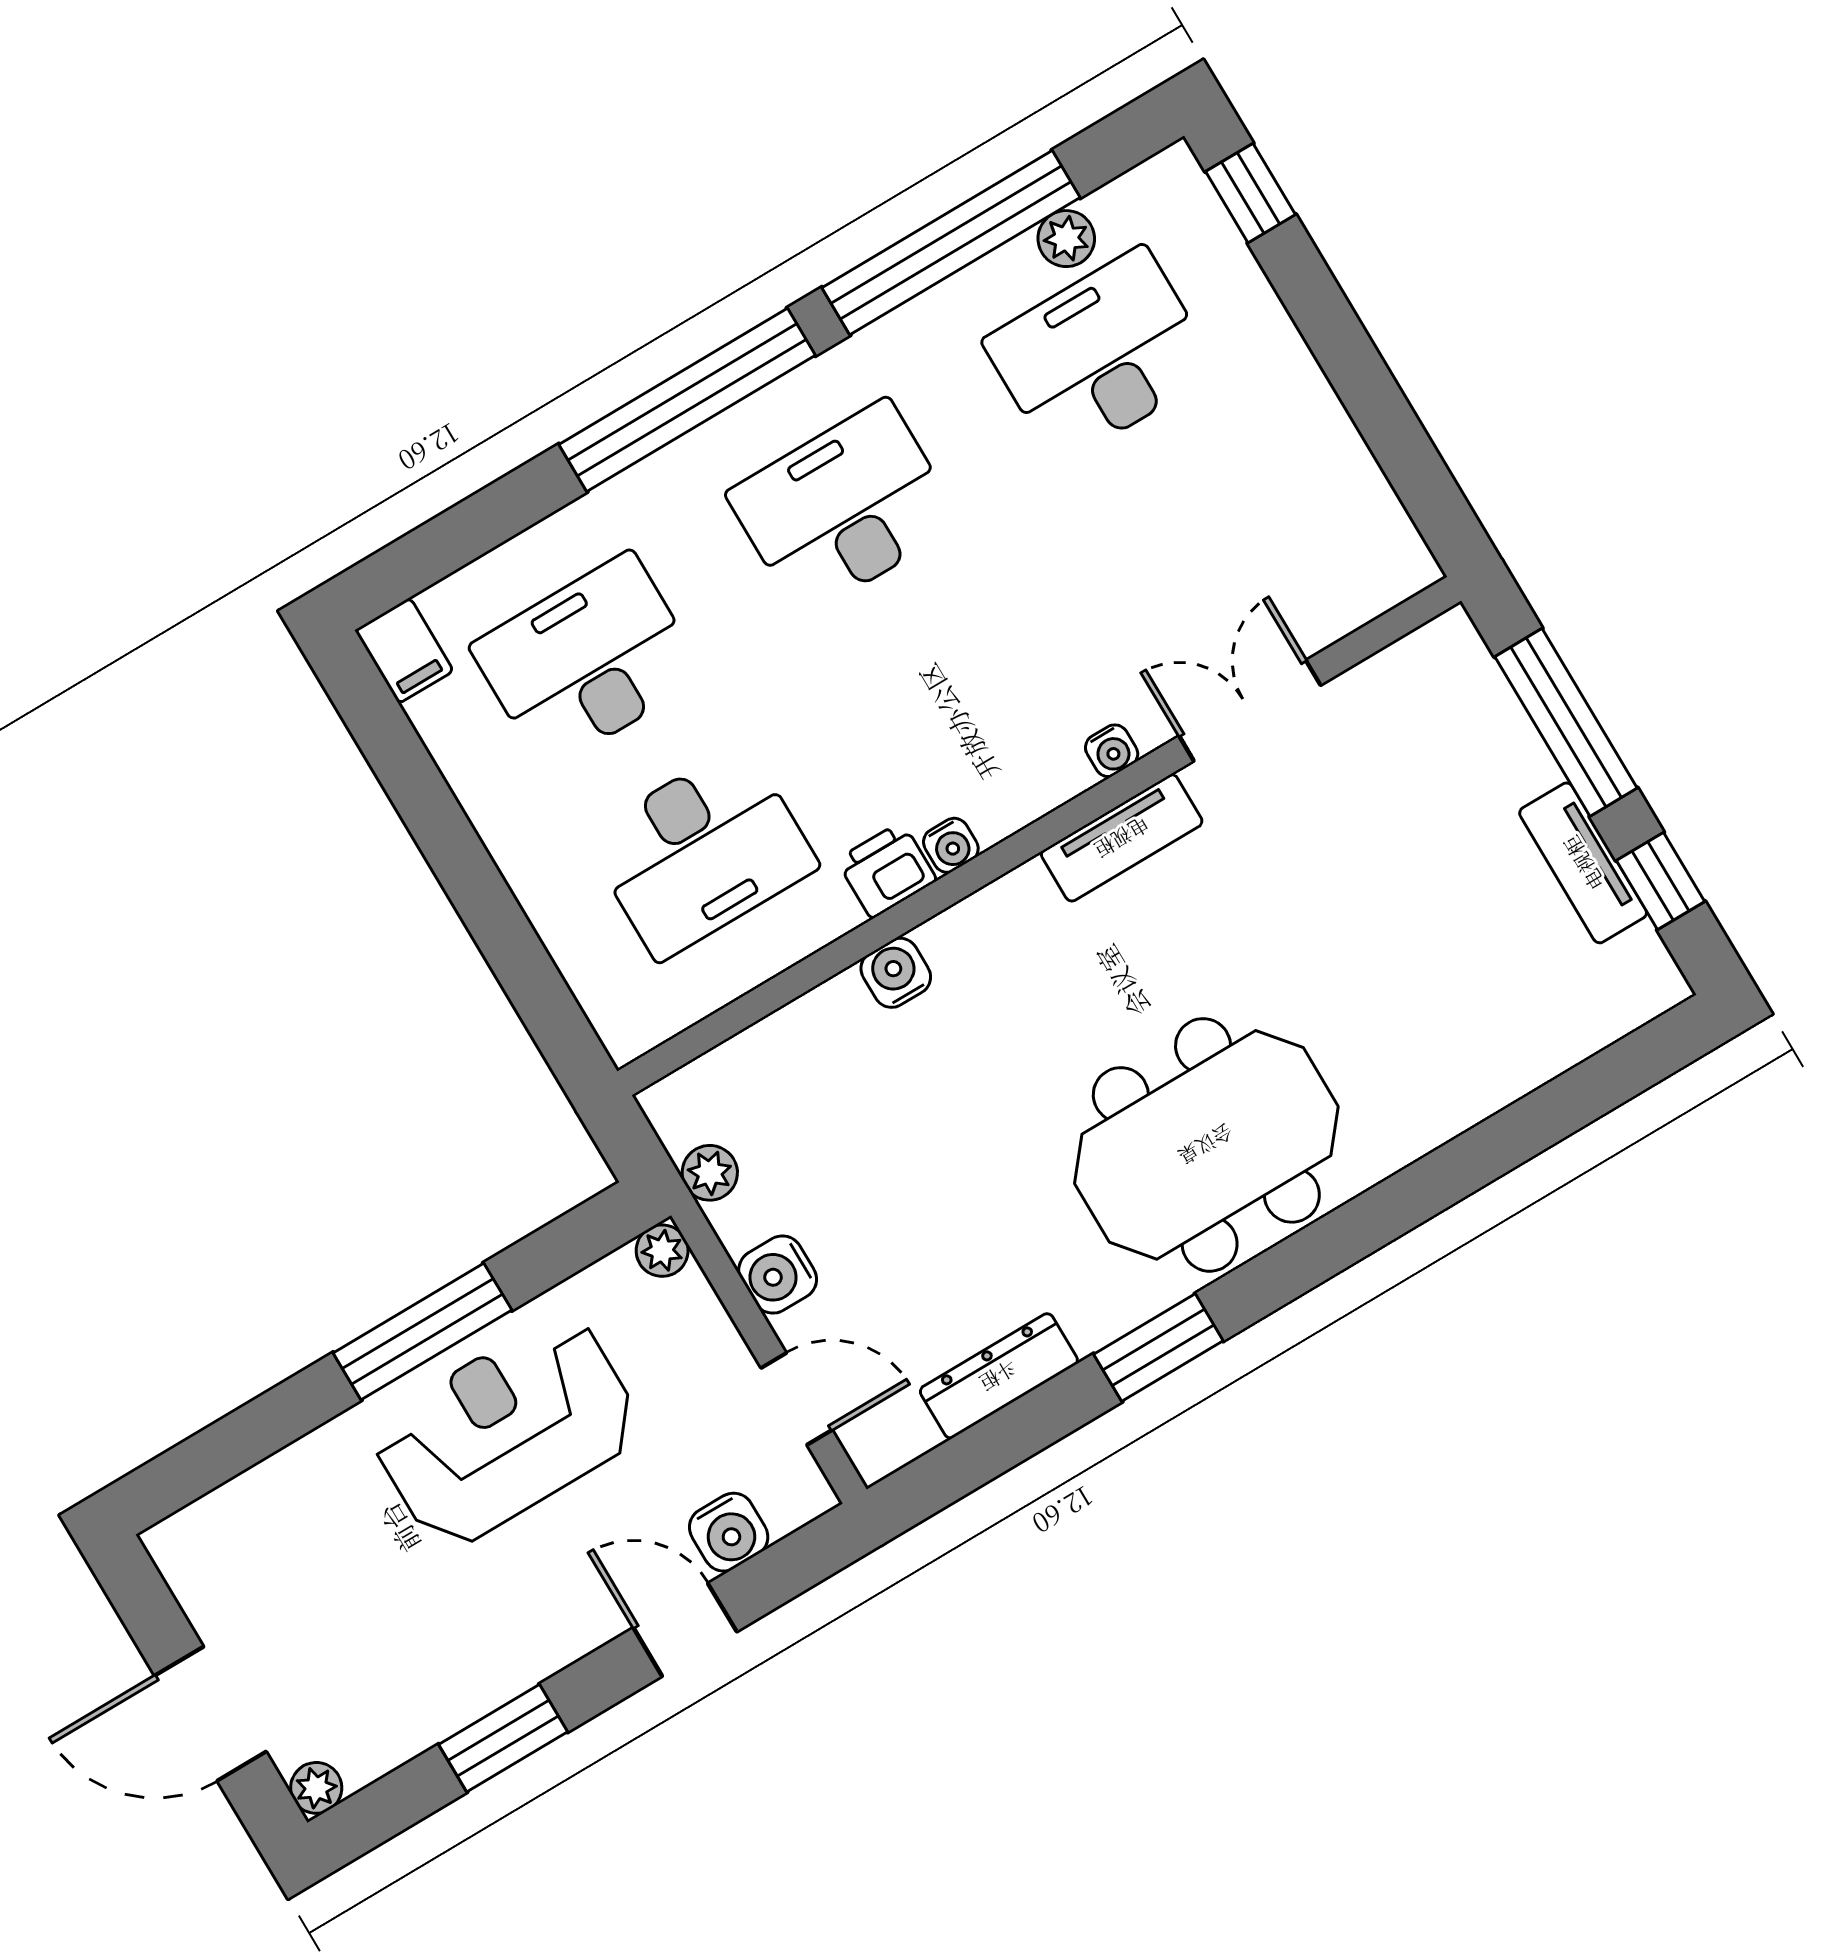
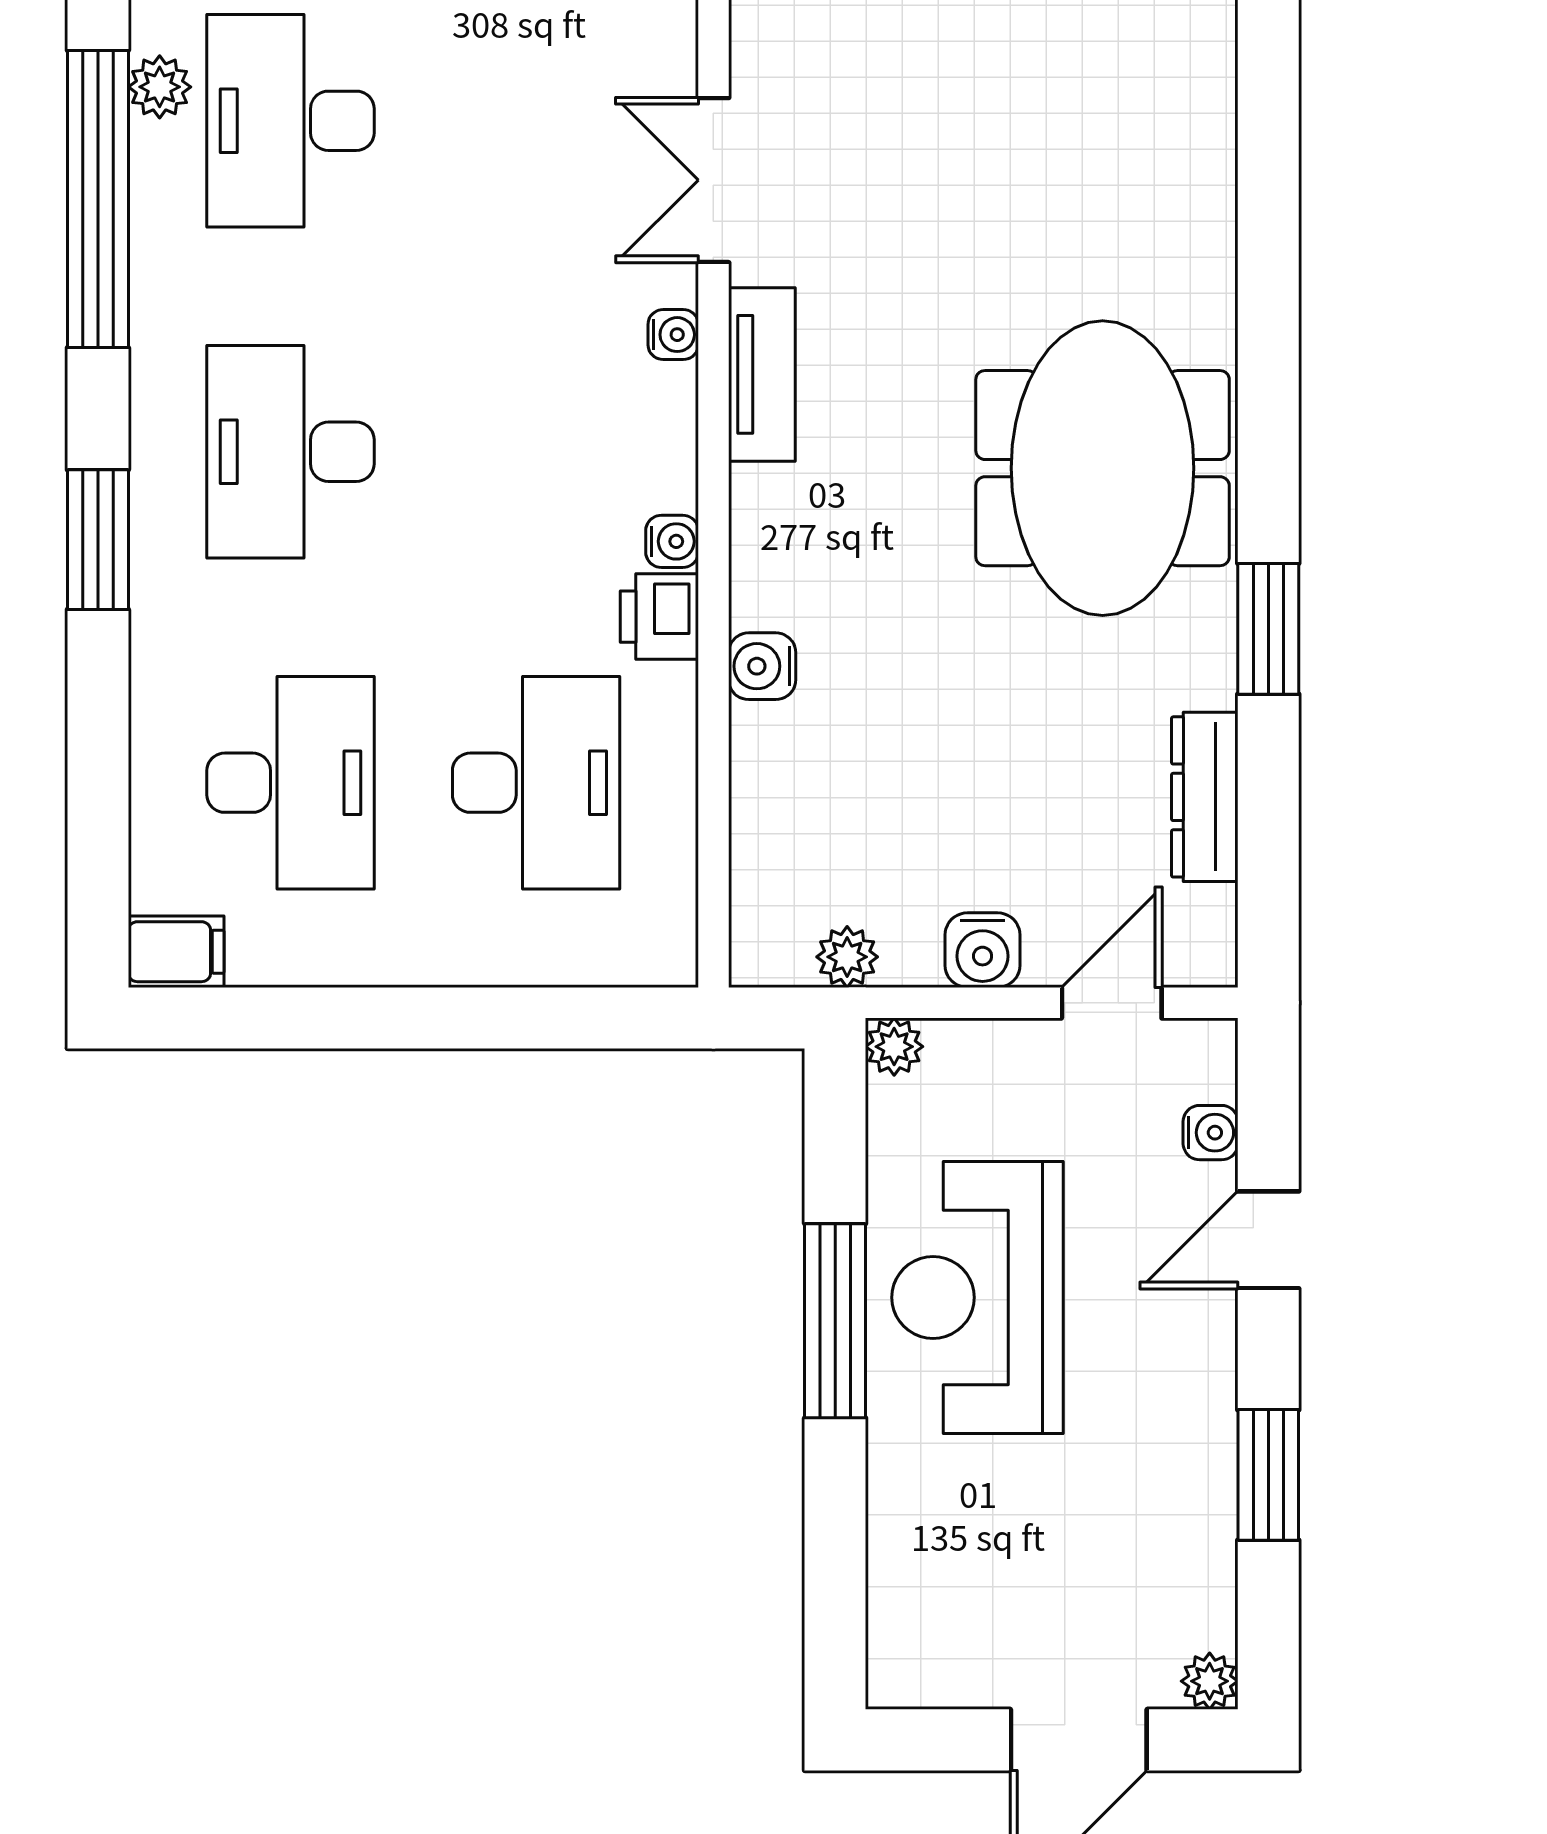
window: (687, 400) -> (98, 540), width x0.47
desk: (588, 661) -> (291, 783), turned 180
water cooler: (729, 1532) -> (1211, 1133), width x0.72, depth x0.72

